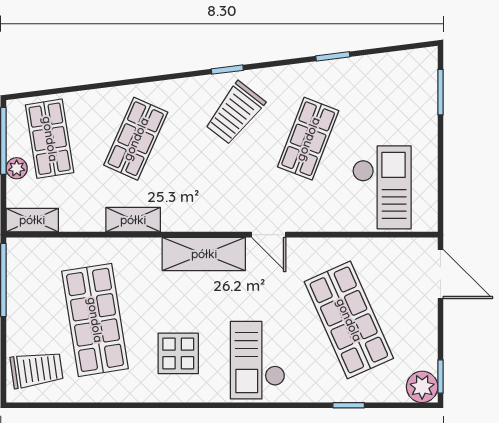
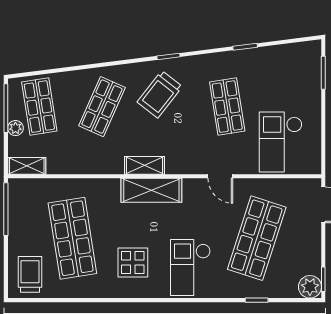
trolley: (235, 113) -> (160, 94), moved
shop shelf: (308, 139) -> (227, 107), turned -30
checkout: (382, 187) -> (281, 142), turned 180
shelving: (133, 220) -> (145, 165), moved
door: (269, 235) -> (220, 176), moved
shop shelf: (349, 320) -> (257, 238), turned 42
trolley: (37, 370) -> (30, 274), turned -82

